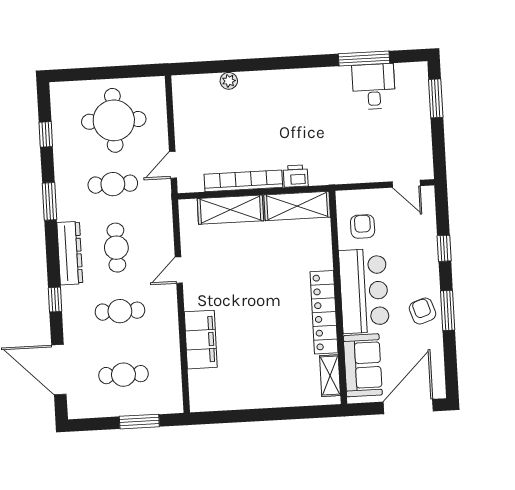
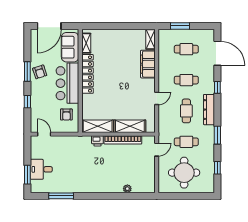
desk: (374, 87) -> (41, 169), moved, turned 90
shelving: (198, 391) -> (151, 39), added

